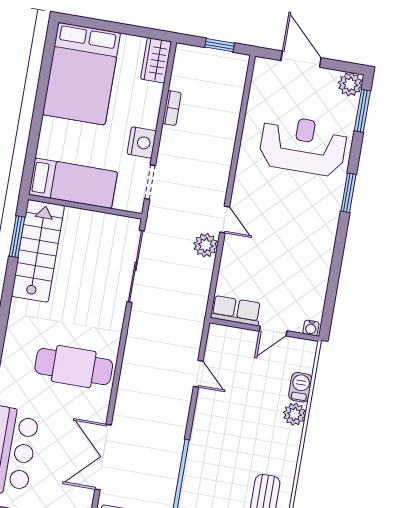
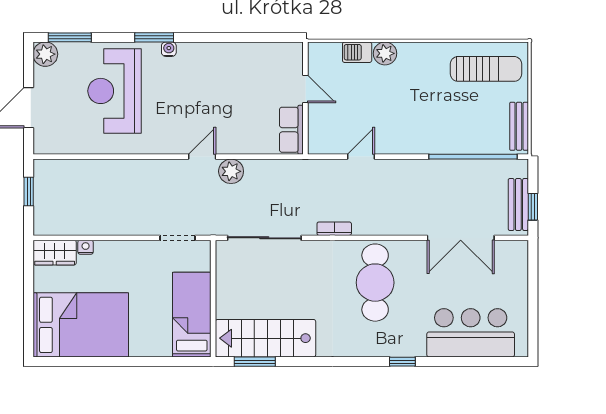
bookcase: (172, 108) -> (334, 229), moved
nightstand: (142, 142) -> (86, 247), moved, width x0.53, depth x0.56
water cooler: (311, 328) -> (169, 49), moved, turned -90

